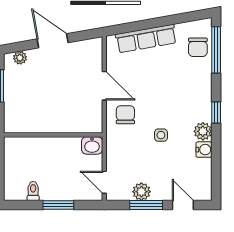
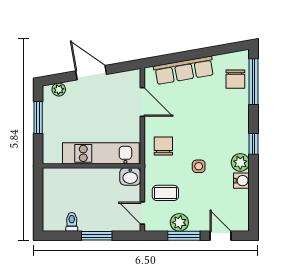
door: (104, 86) -> (142, 102), moved
kitchen unit: (62, 122) -> (101, 153), added
coffee table: (127, 162) -> (165, 193), added

